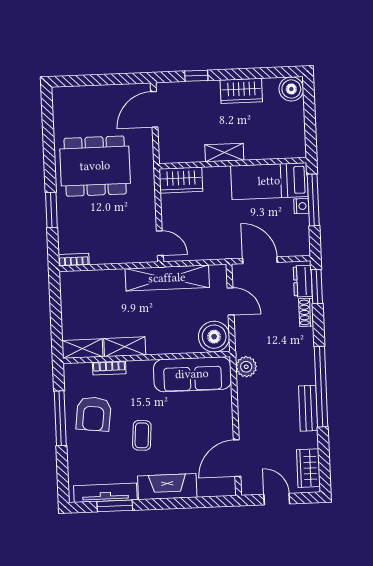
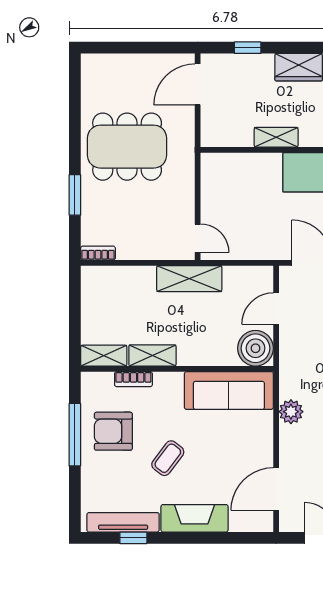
wardrobe: (181, 180) -> (225, 167), removed
shelving: (167, 278) -> (189, 279), width x0.68
door: (231, 301) -> (276, 309), swing flipped
plant: (246, 367) -> (291, 412), moved
armchair: (94, 414) -> (113, 431), turned 83
coffee table: (142, 435) -> (168, 458), turned 33
window: (115, 506) -> (133, 538), width x0.67

